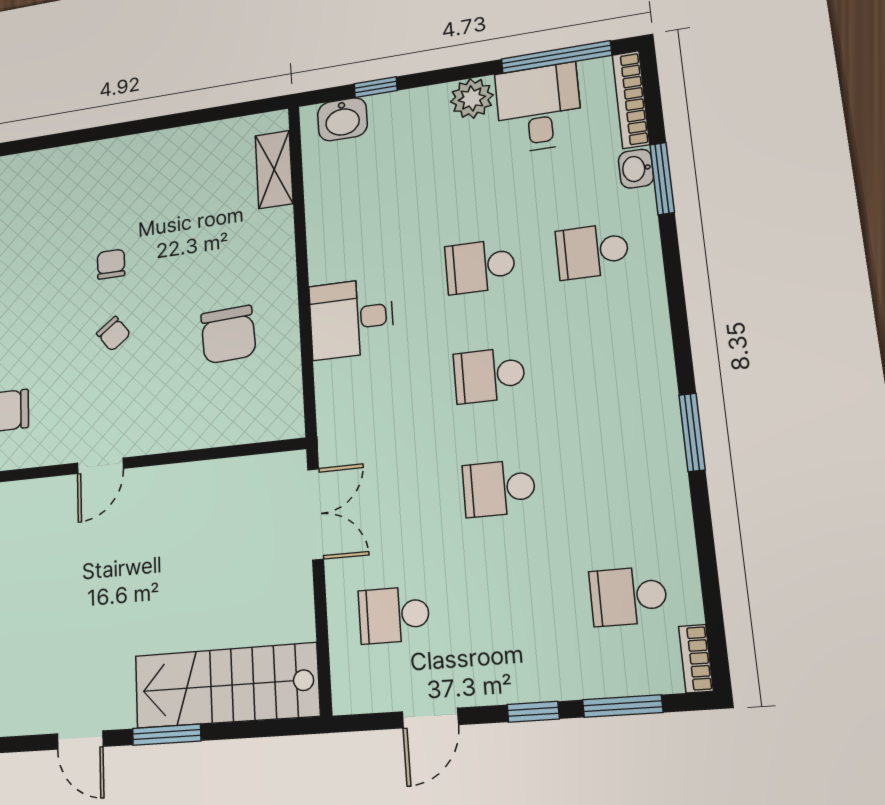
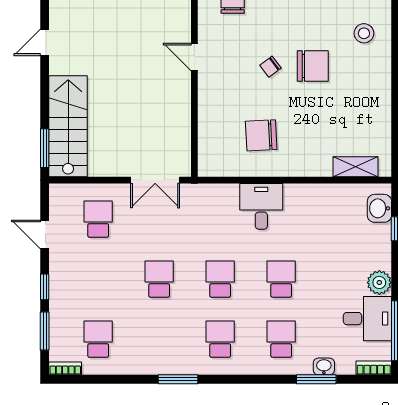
bookcase: (631, 99) -> (374, 368), width x0.64
stool: (58, 190) -> (364, 33), added
chair: (111, 264) -> (313, 66), width x1.87, depth x1.87
school desk: (604, 362) -> (220, 339), added
window: (167, 735) -> (45, 148), moved

